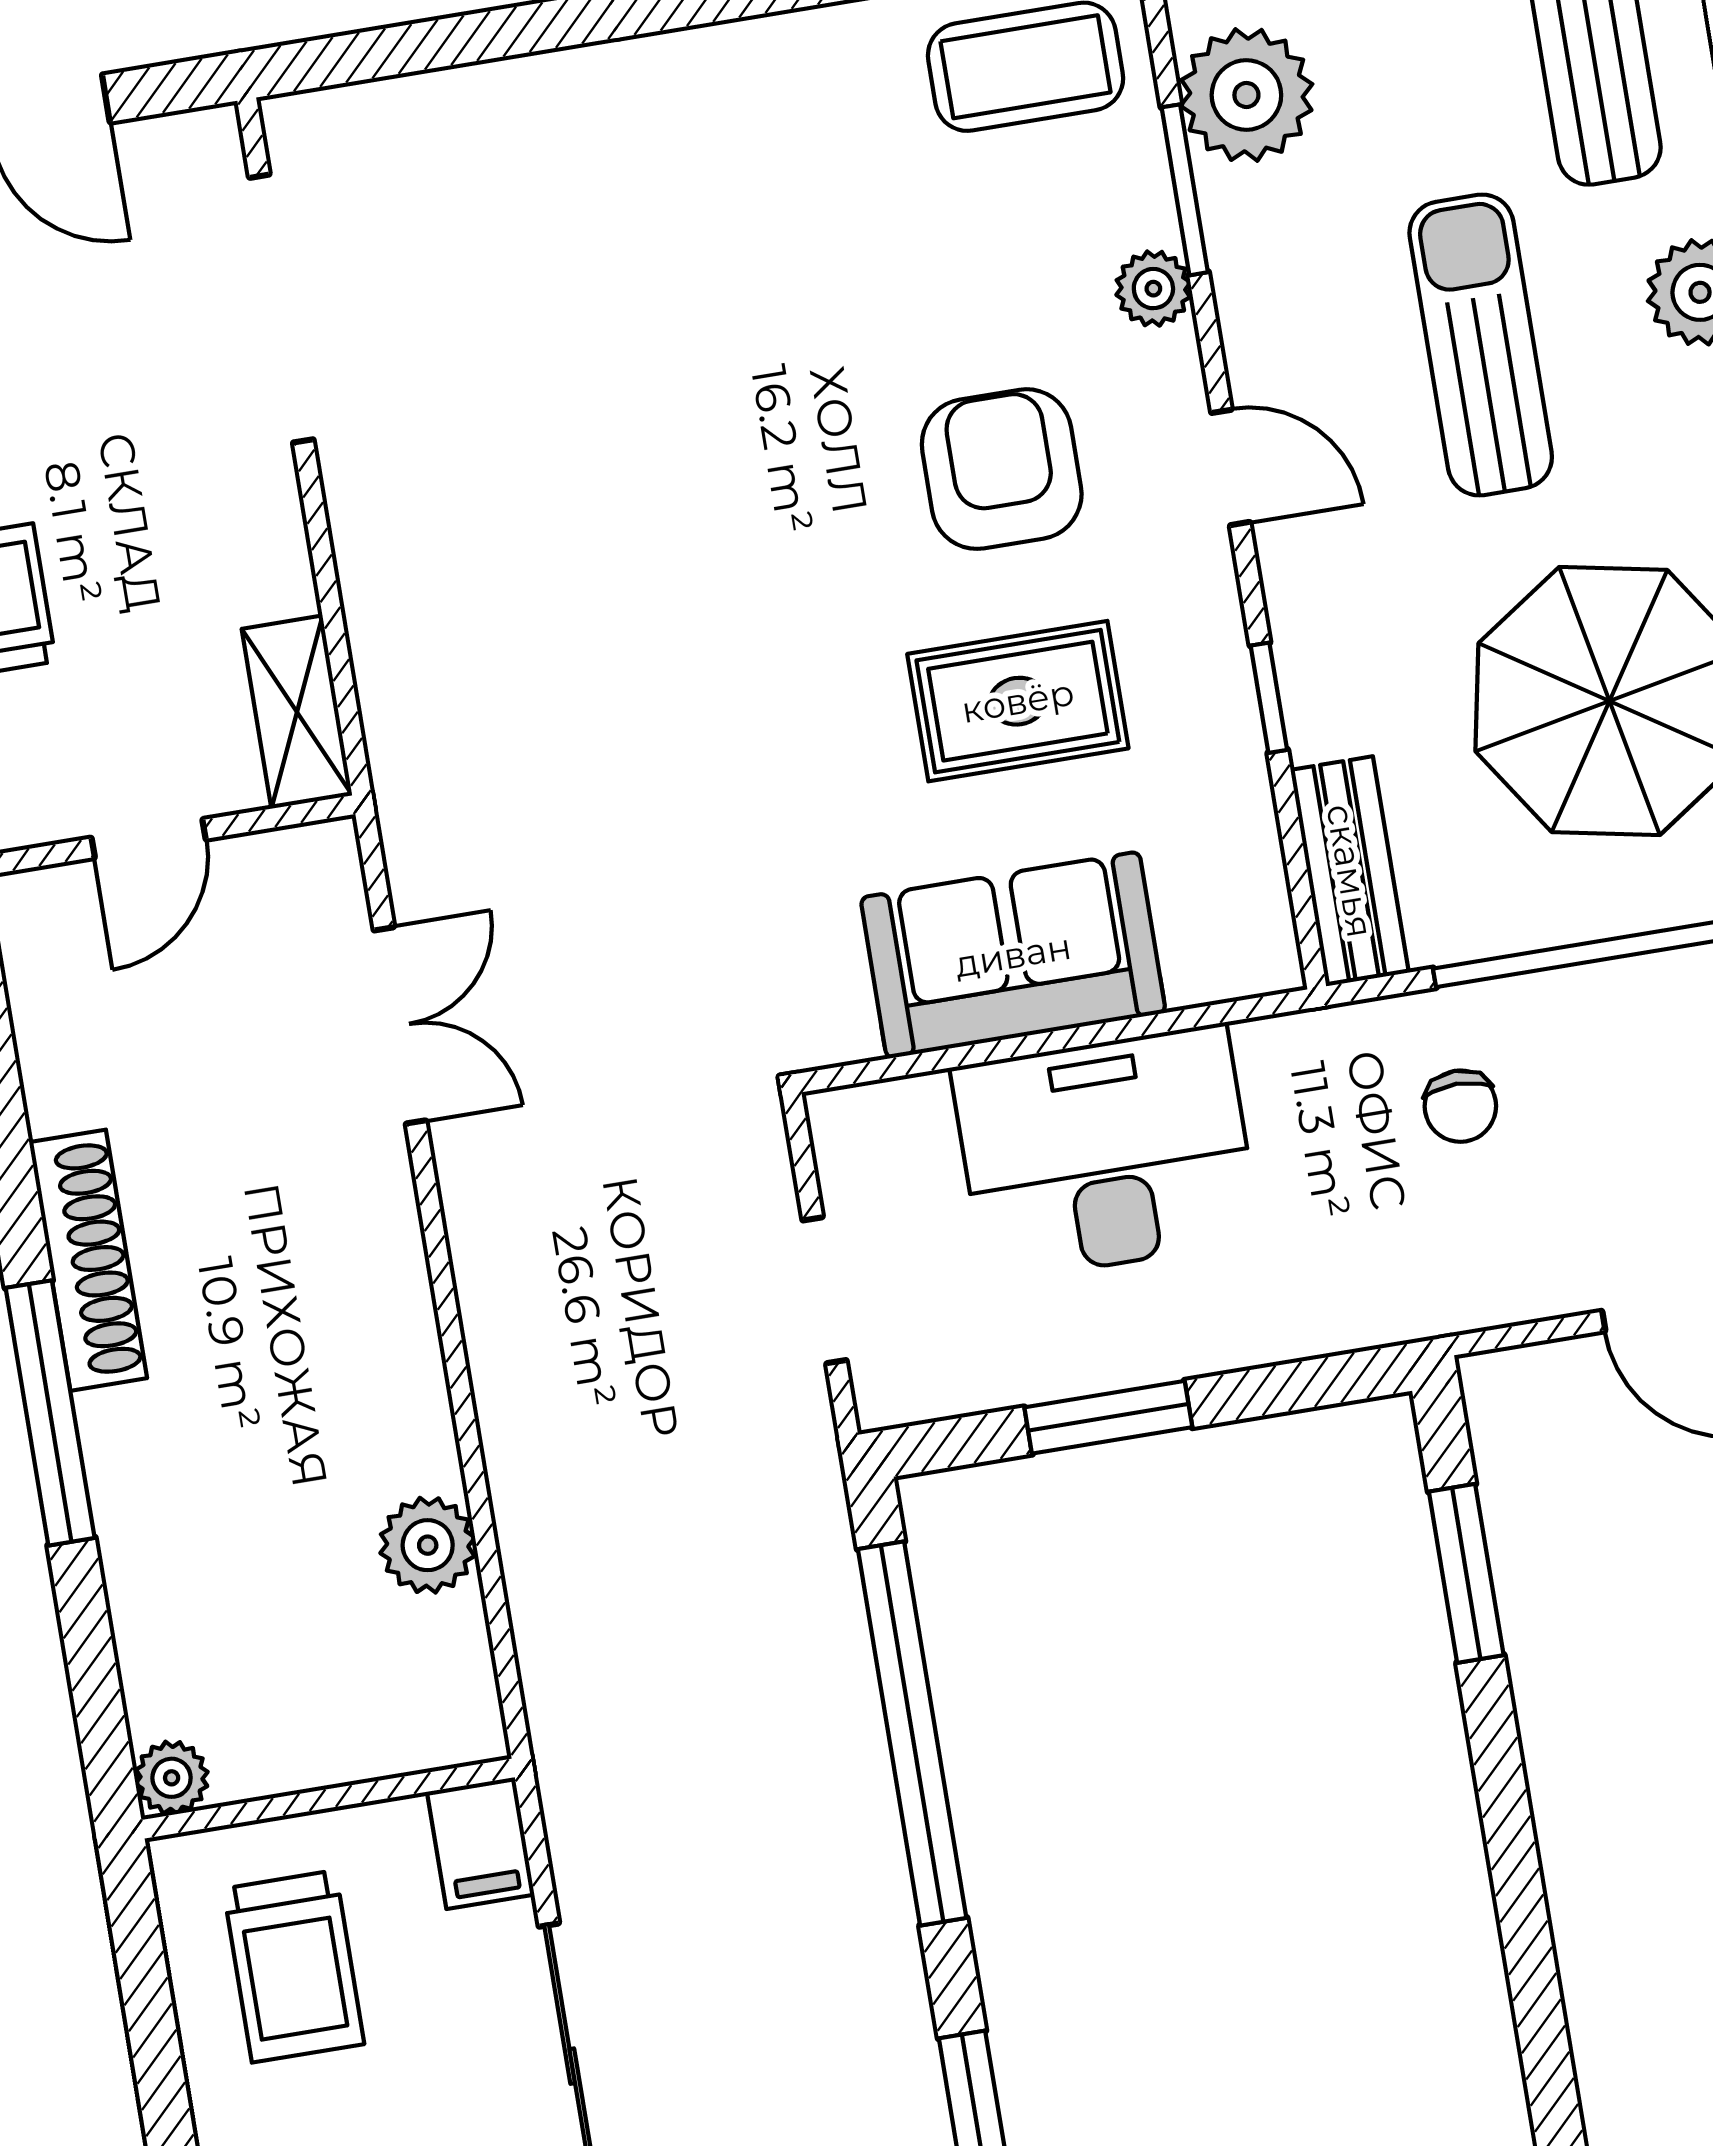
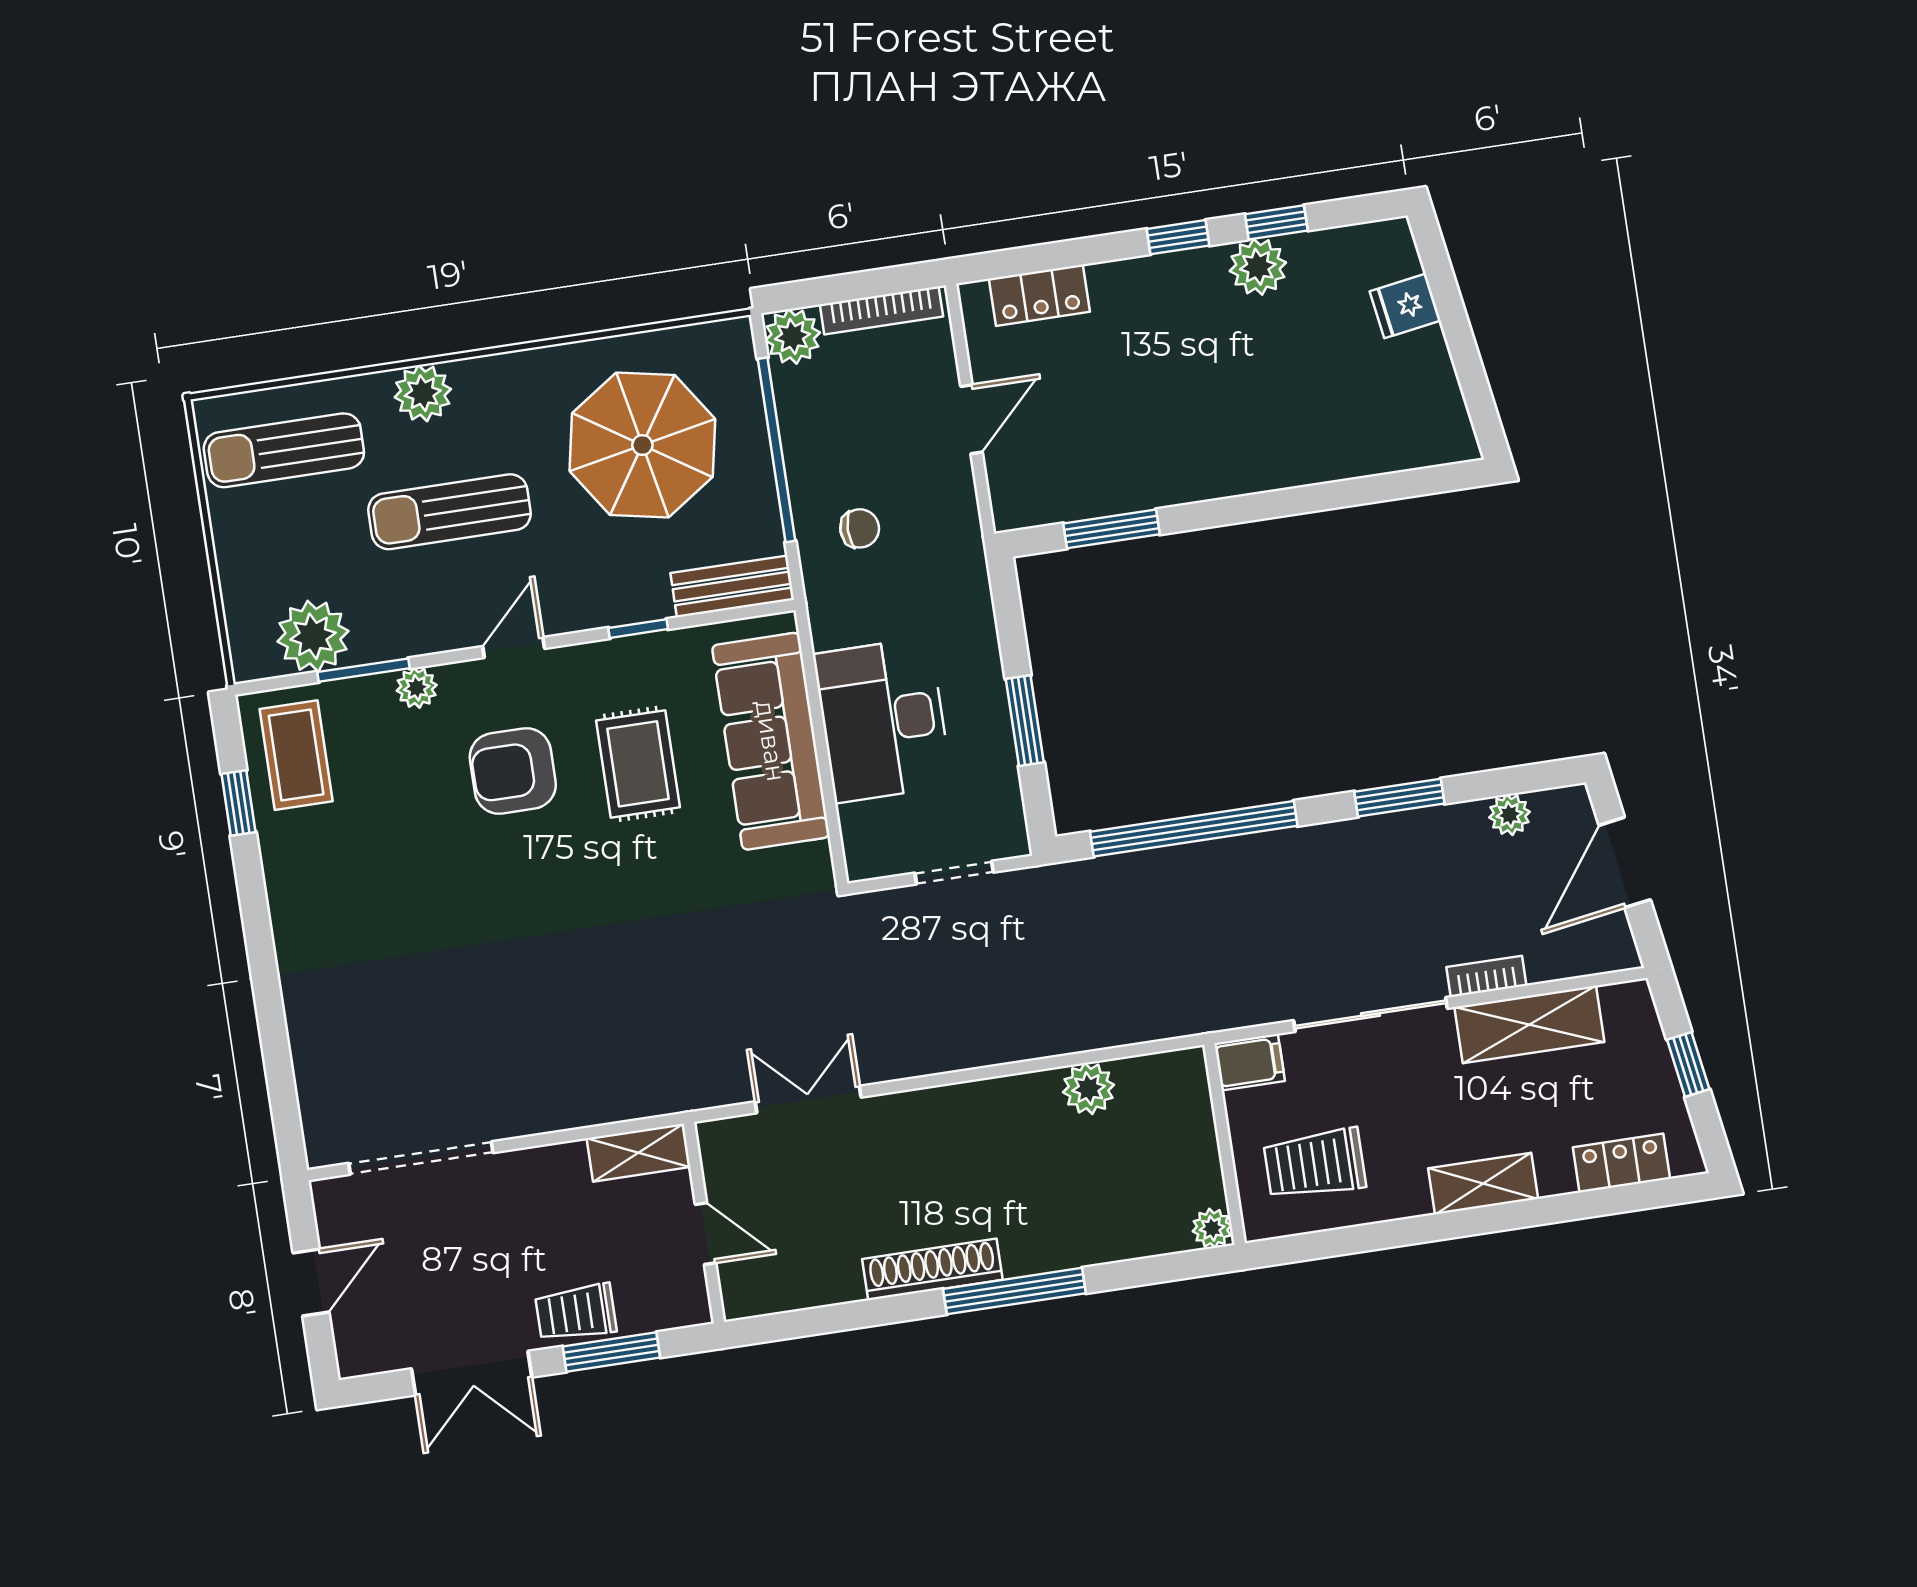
sofa: (1013, 955) -> (771, 741), width x1.36
trolley: (294, 1966) -> (1315, 1164), turned 180

